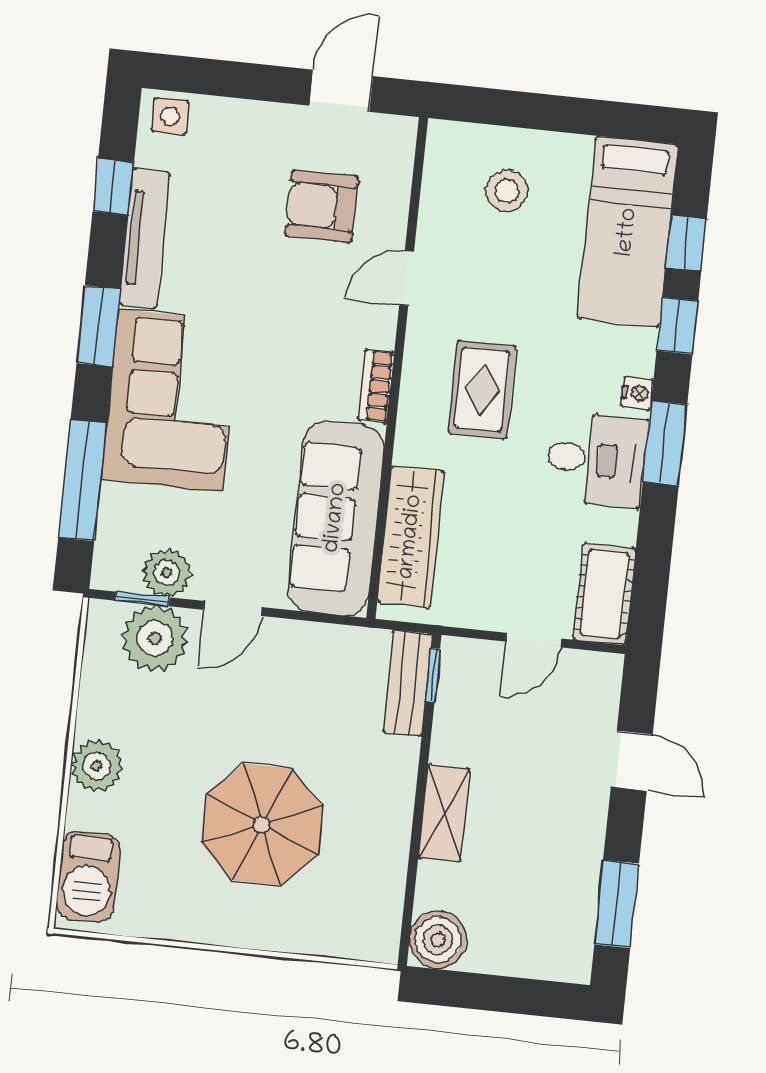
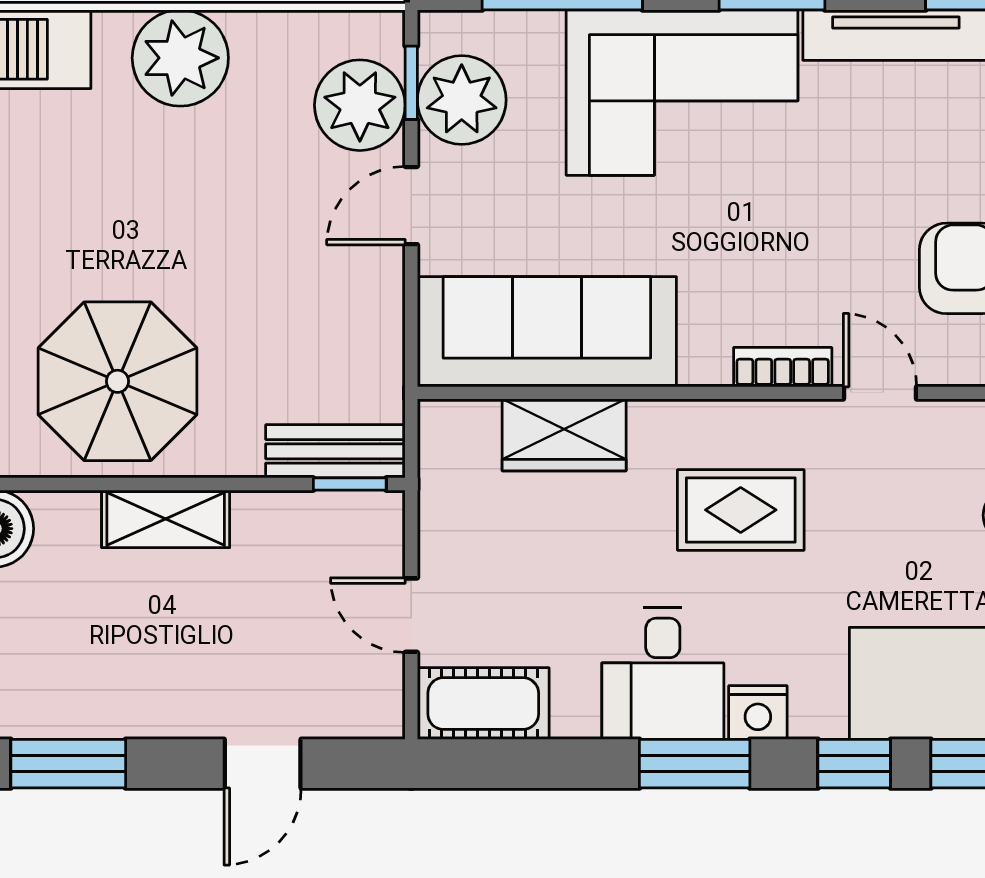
bookcase: (376, 386) -> (783, 367), moved
nightstand: (637, 393) -> (758, 713), width x1.39, depth x1.35
wardrobe: (411, 537) -> (564, 435), width x0.67
plant: (167, 573) -> (462, 100), width x1.36, depth x1.36
door: (233, 608) -> (411, 206), hinge flipped
plant: (97, 766) -> (180, 58), width x1.36, depth x1.36
parasol: (262, 824) -> (117, 381), moved

